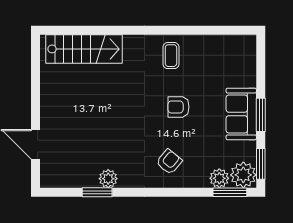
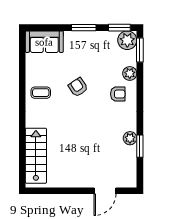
armchair: (178, 107) -> (78, 87), turned 146
sofa: (241, 114) -> (44, 42), moved
armchair: (169, 162) -> (118, 94), turned 140
plant: (219, 178) -> (130, 73), moved

